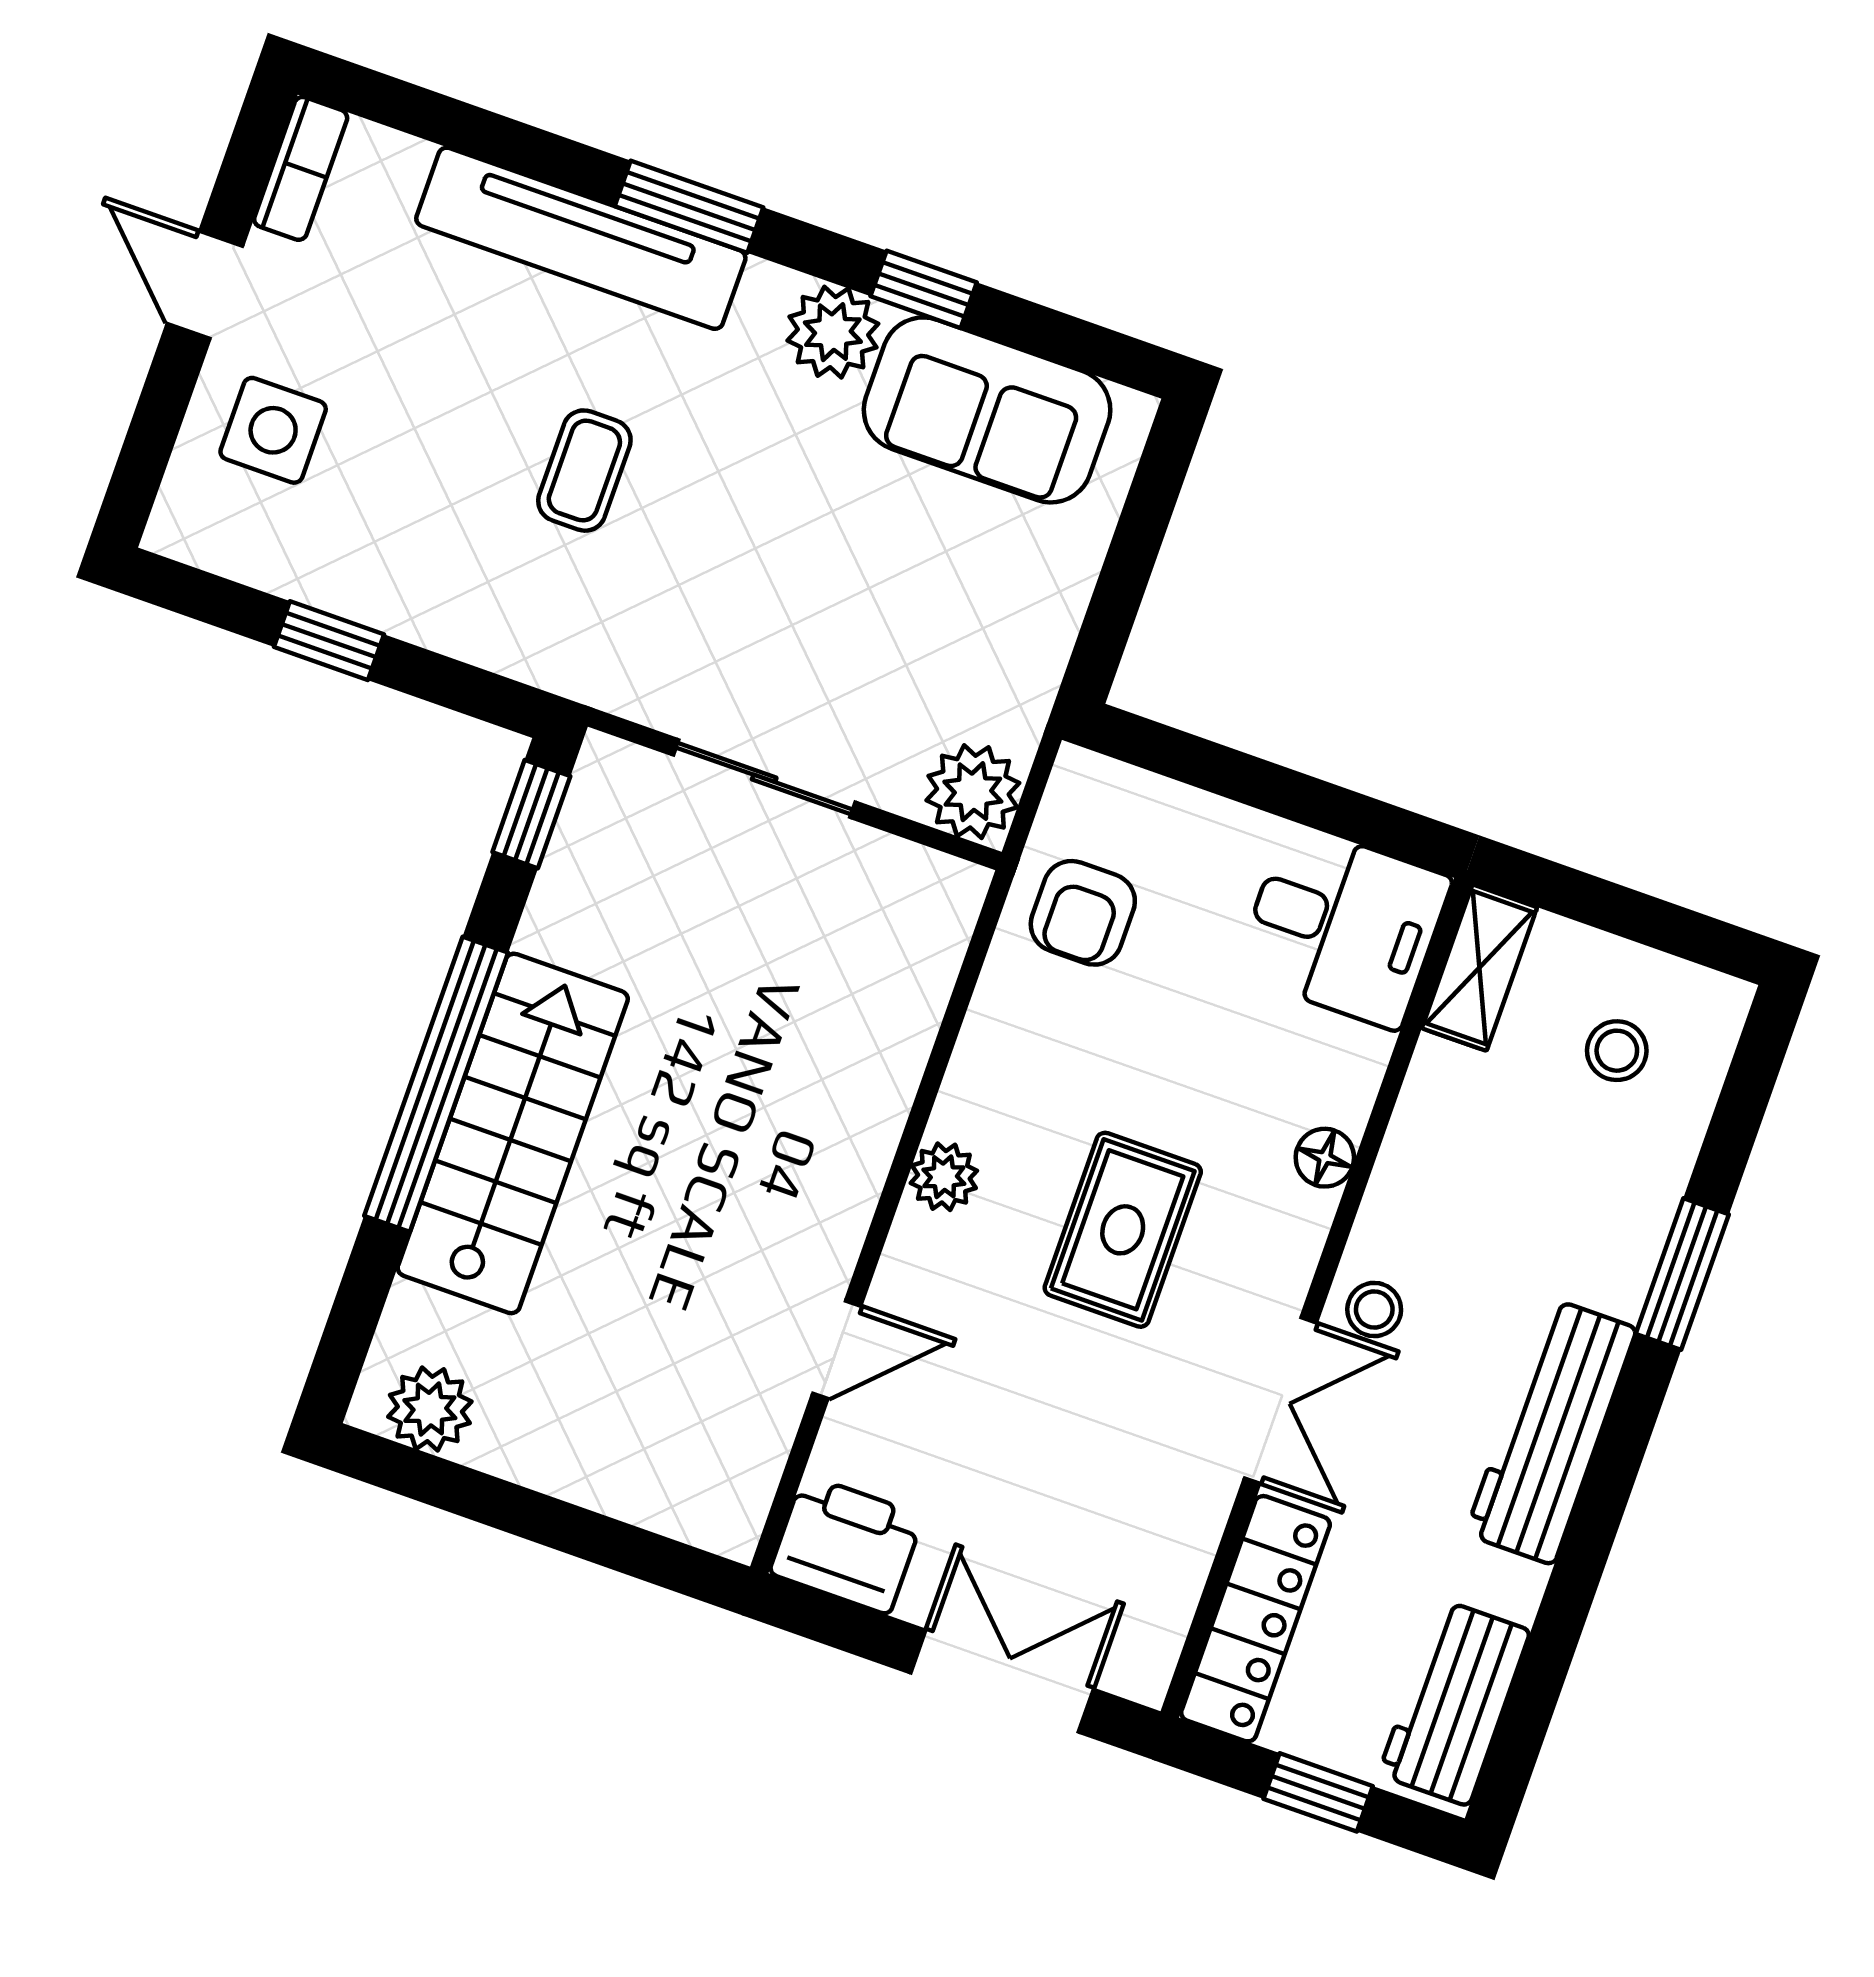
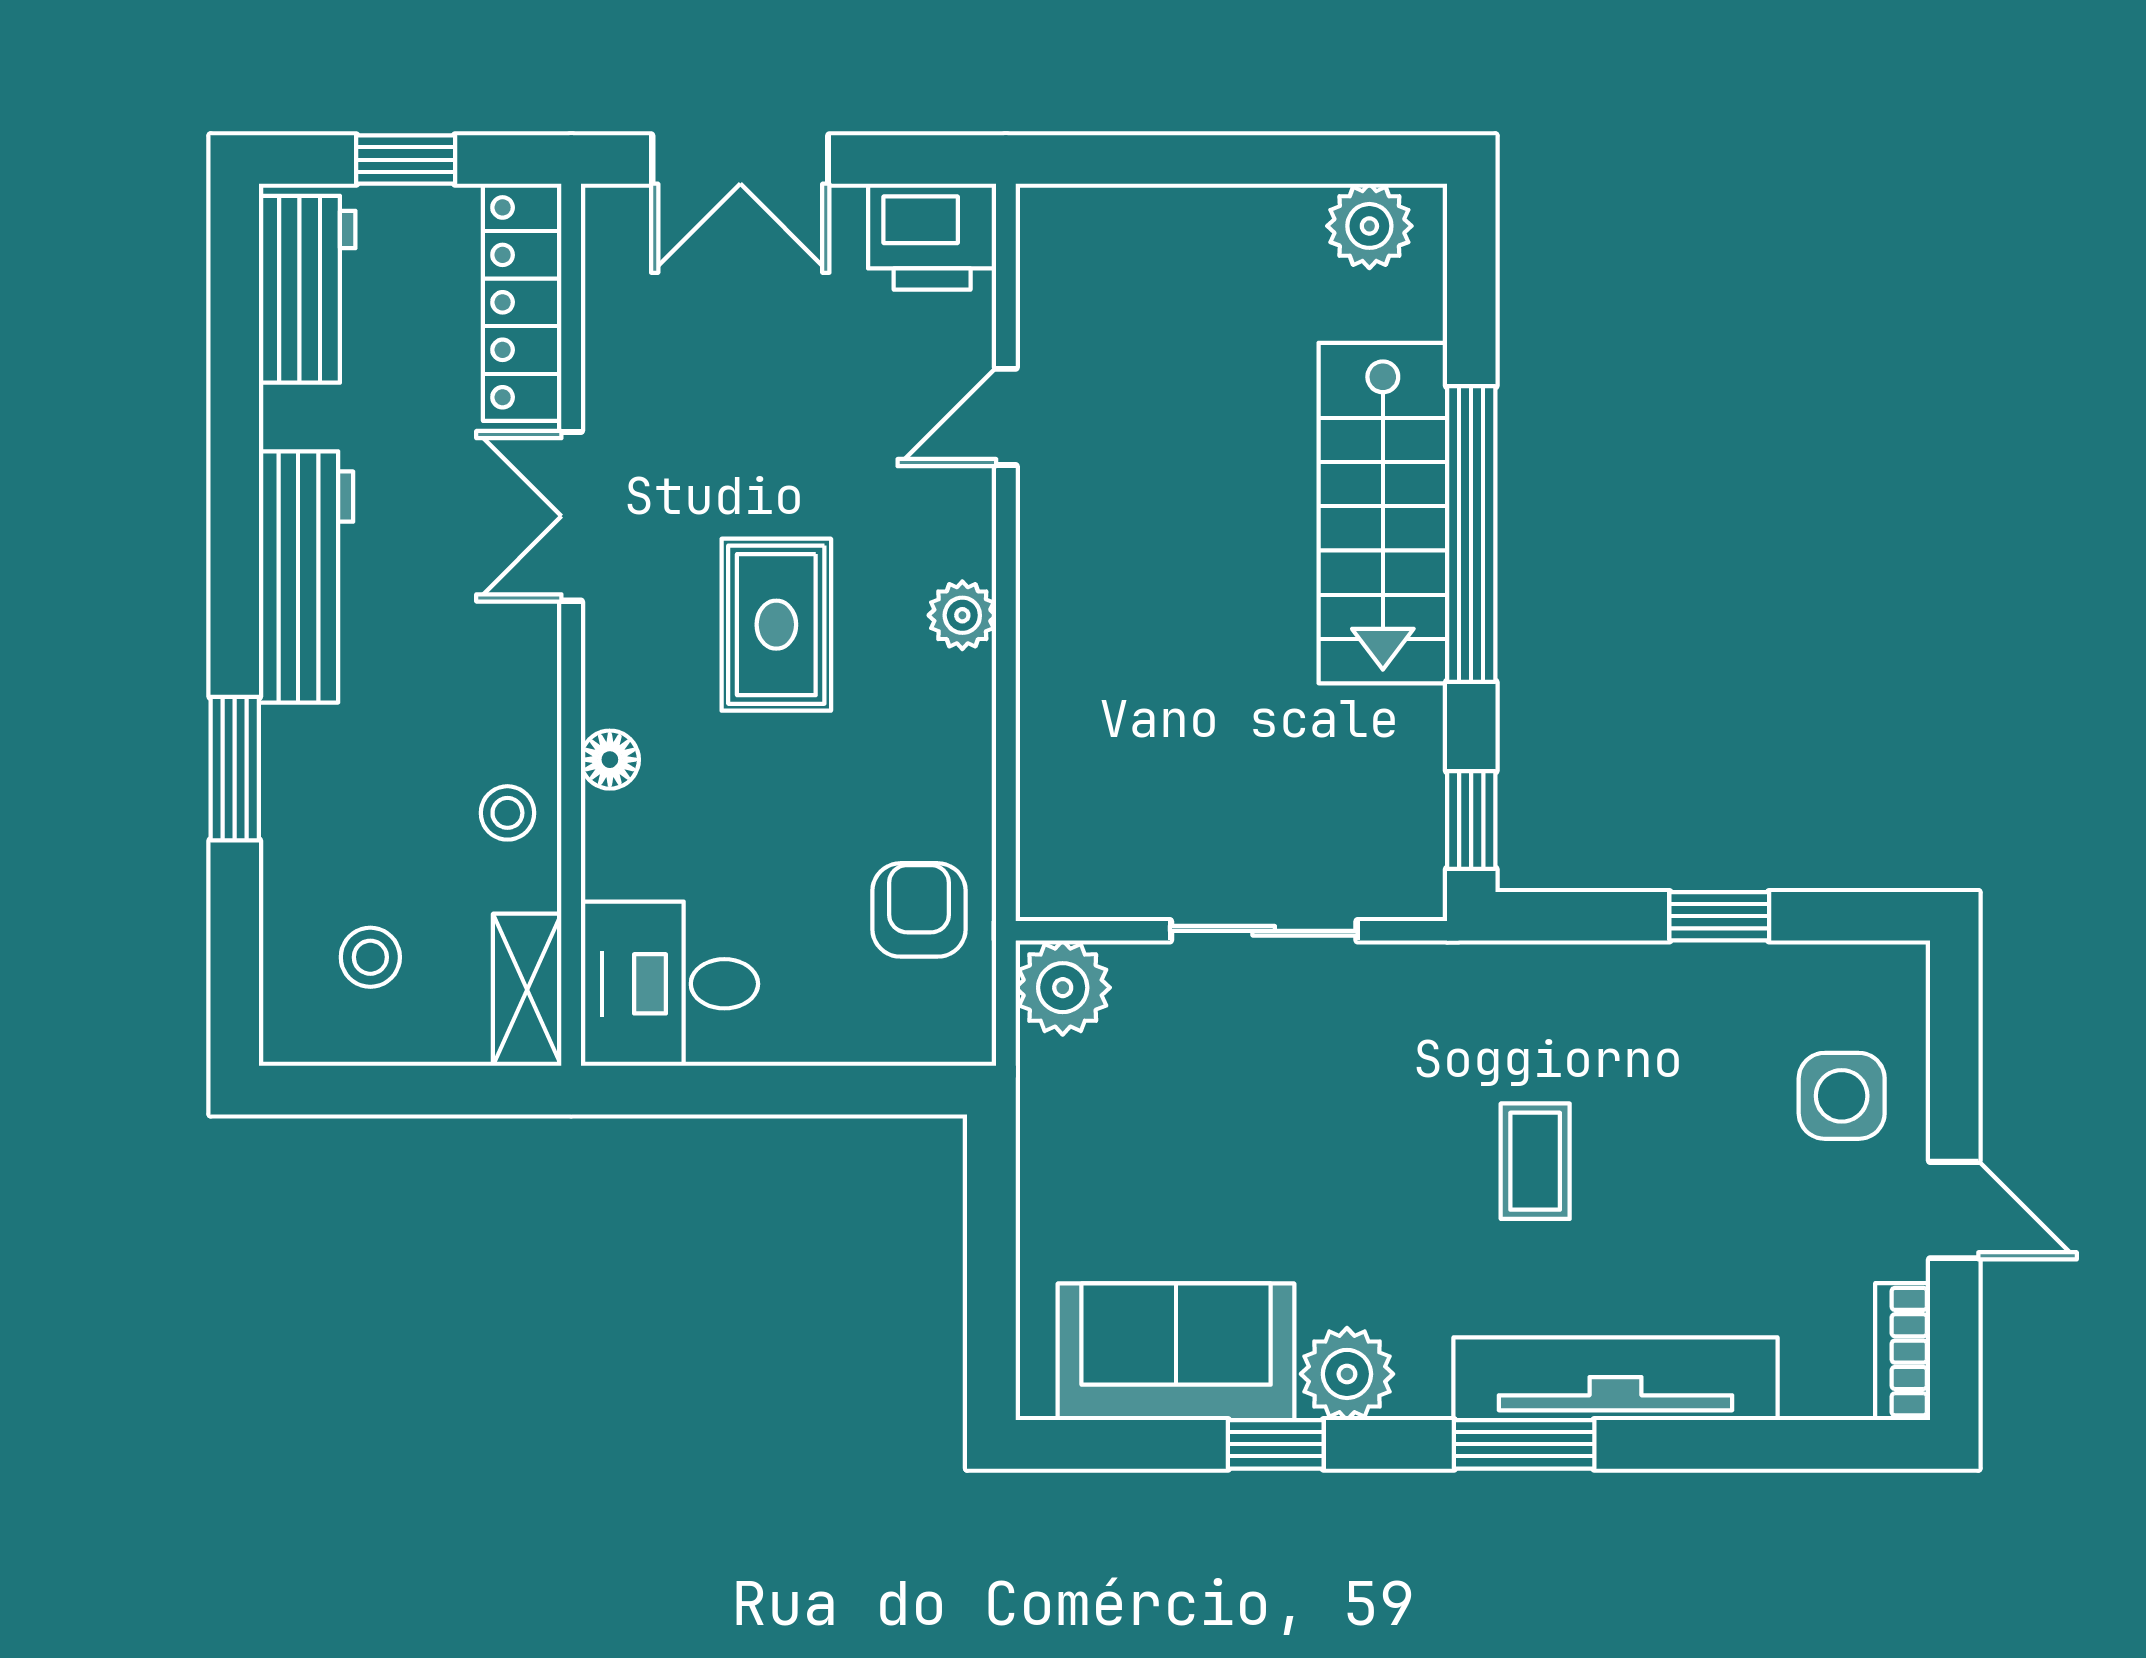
stool: (1374, 1309) -> (507, 813), moved

